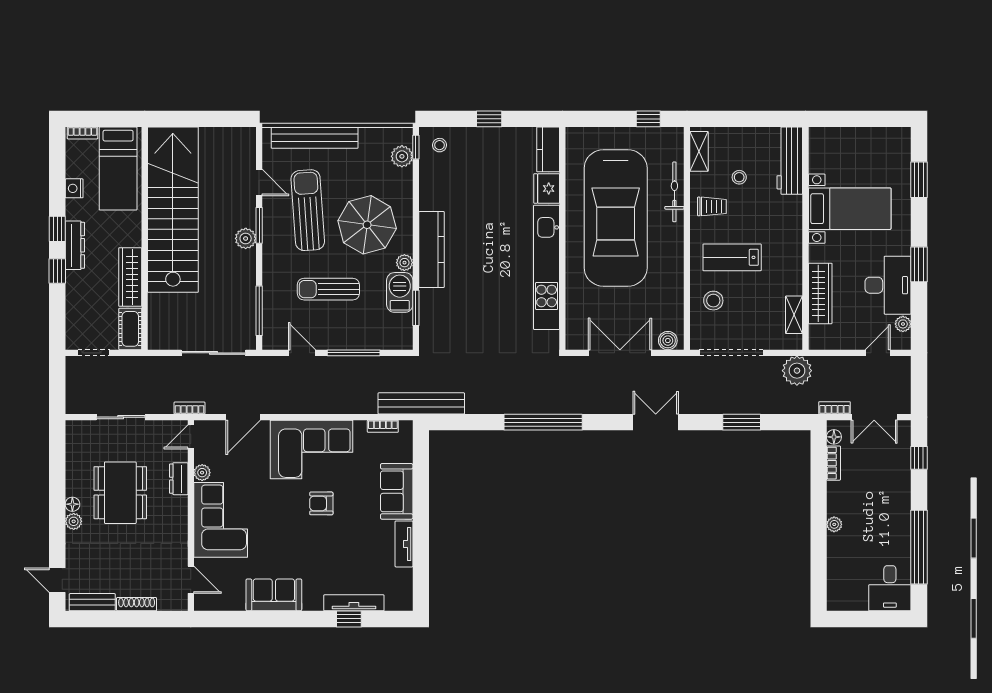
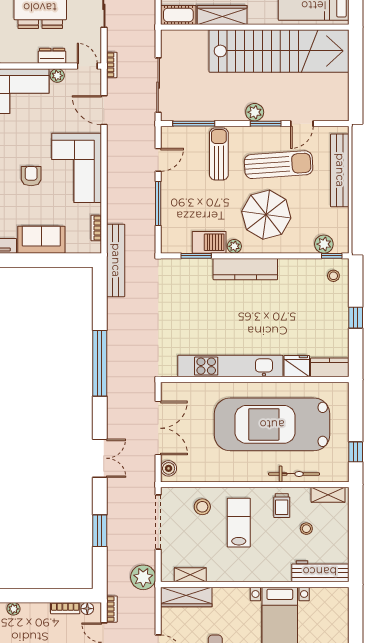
sun lounger: (328, 289) -> (219, 154), moved
wardrobe: (820, 293) -> (186, 597), moved

